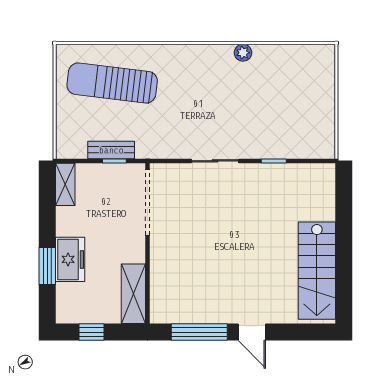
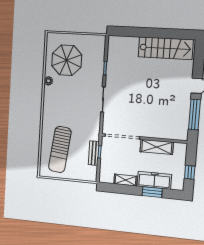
parasol: (284, 86) -> (67, 60), added
shelving: (65, 184) -> (126, 180), moved
freezer: (70, 259) -> (154, 180), width x1.40
shelving: (133, 294) -> (157, 147), moved

